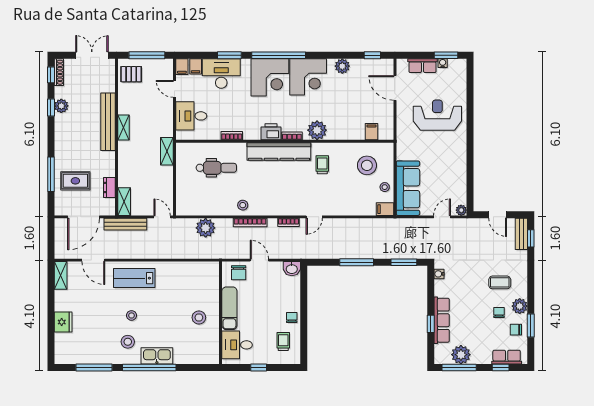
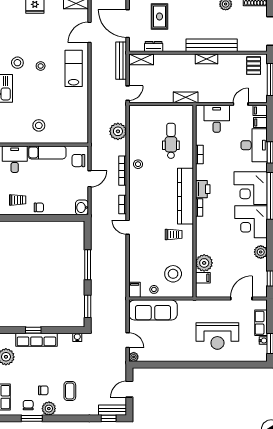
reception desk: (437, 115) -> (217, 336), turned 90
plant: (317, 130) -> (204, 263), moved
dental chair: (216, 168) -> (171, 141), turned 180

